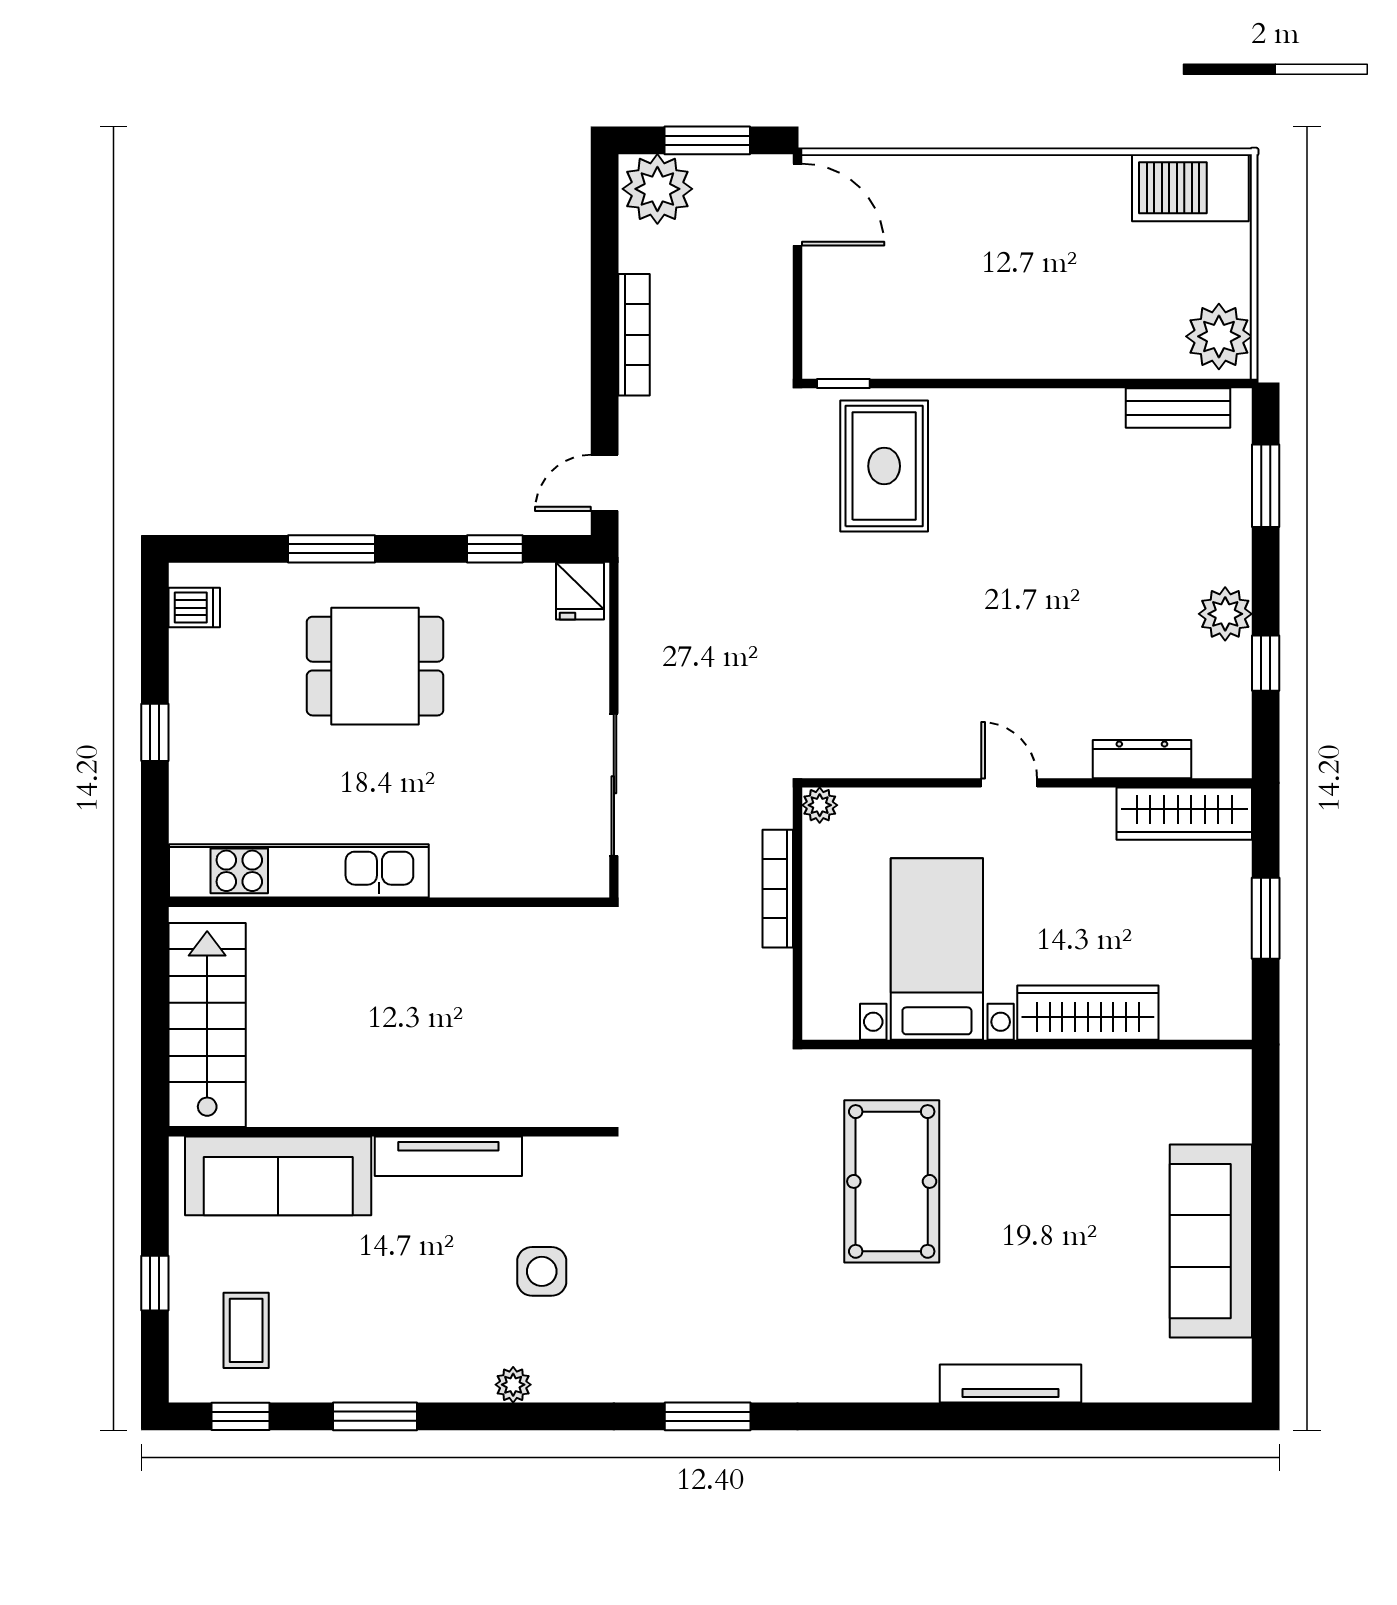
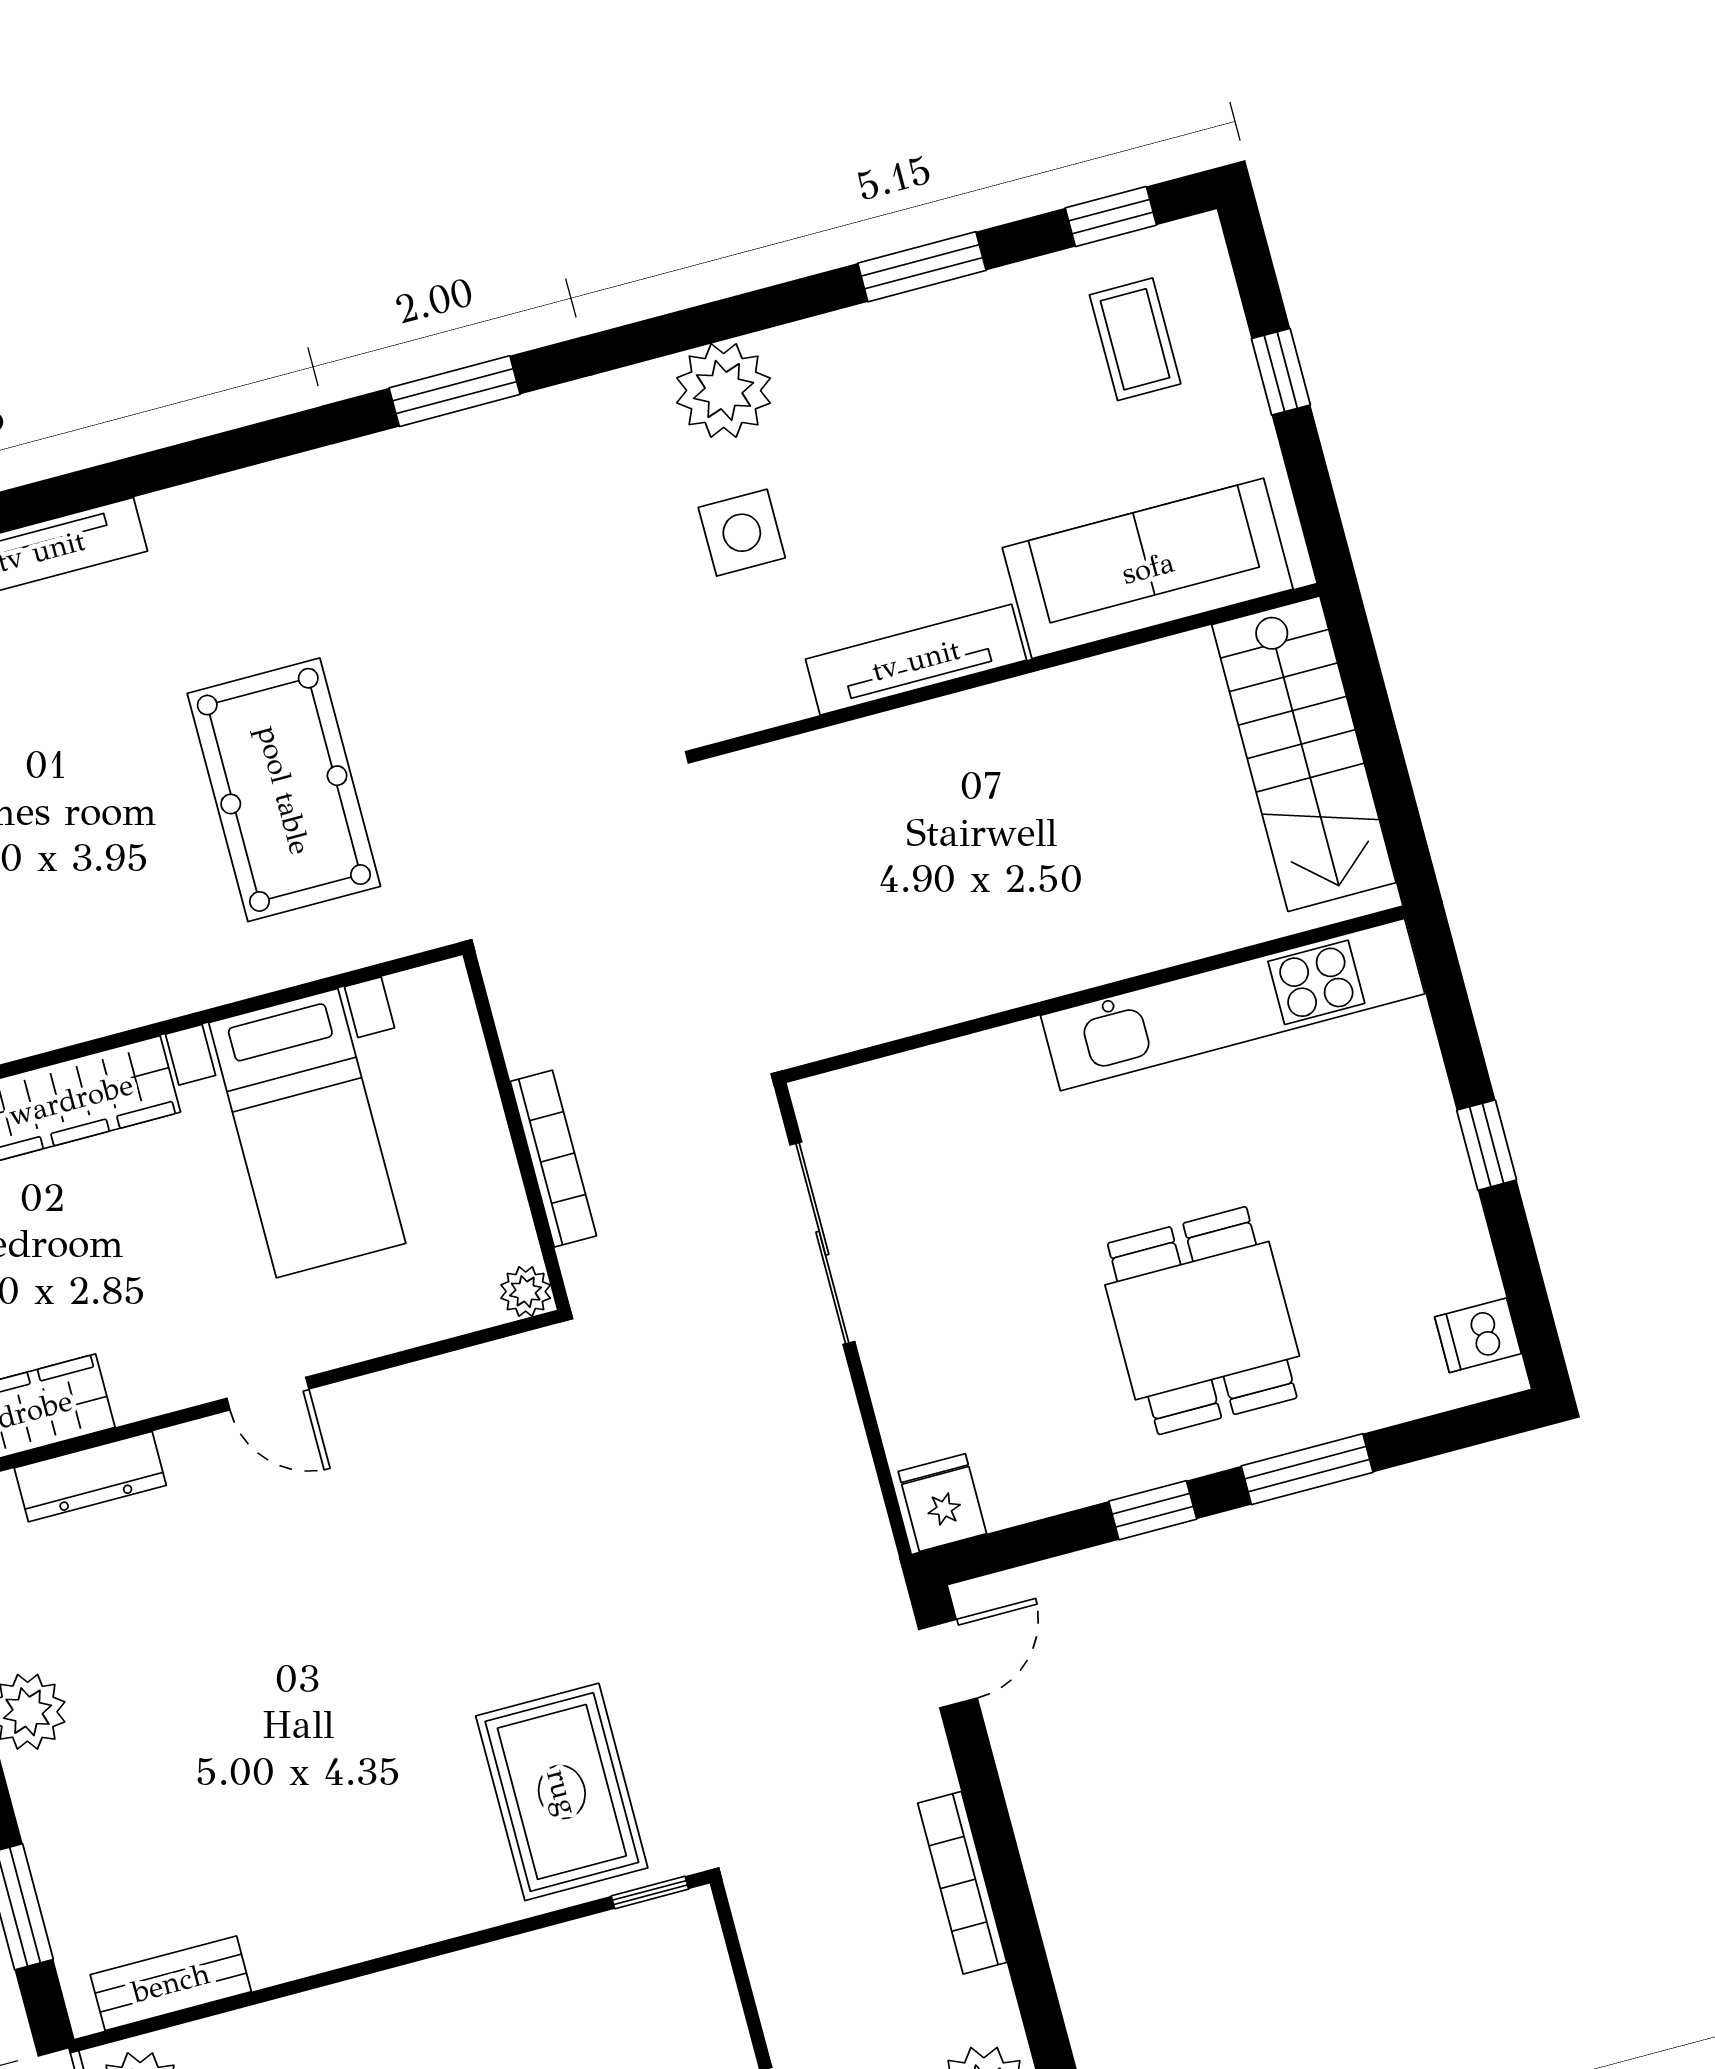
window: (495, 549) -> (1153, 1510), moved
dining table: (375, 666) -> (1202, 1321), turned 90
plant: (513, 1385) -> (724, 390), width x1.87, depth x1.87

